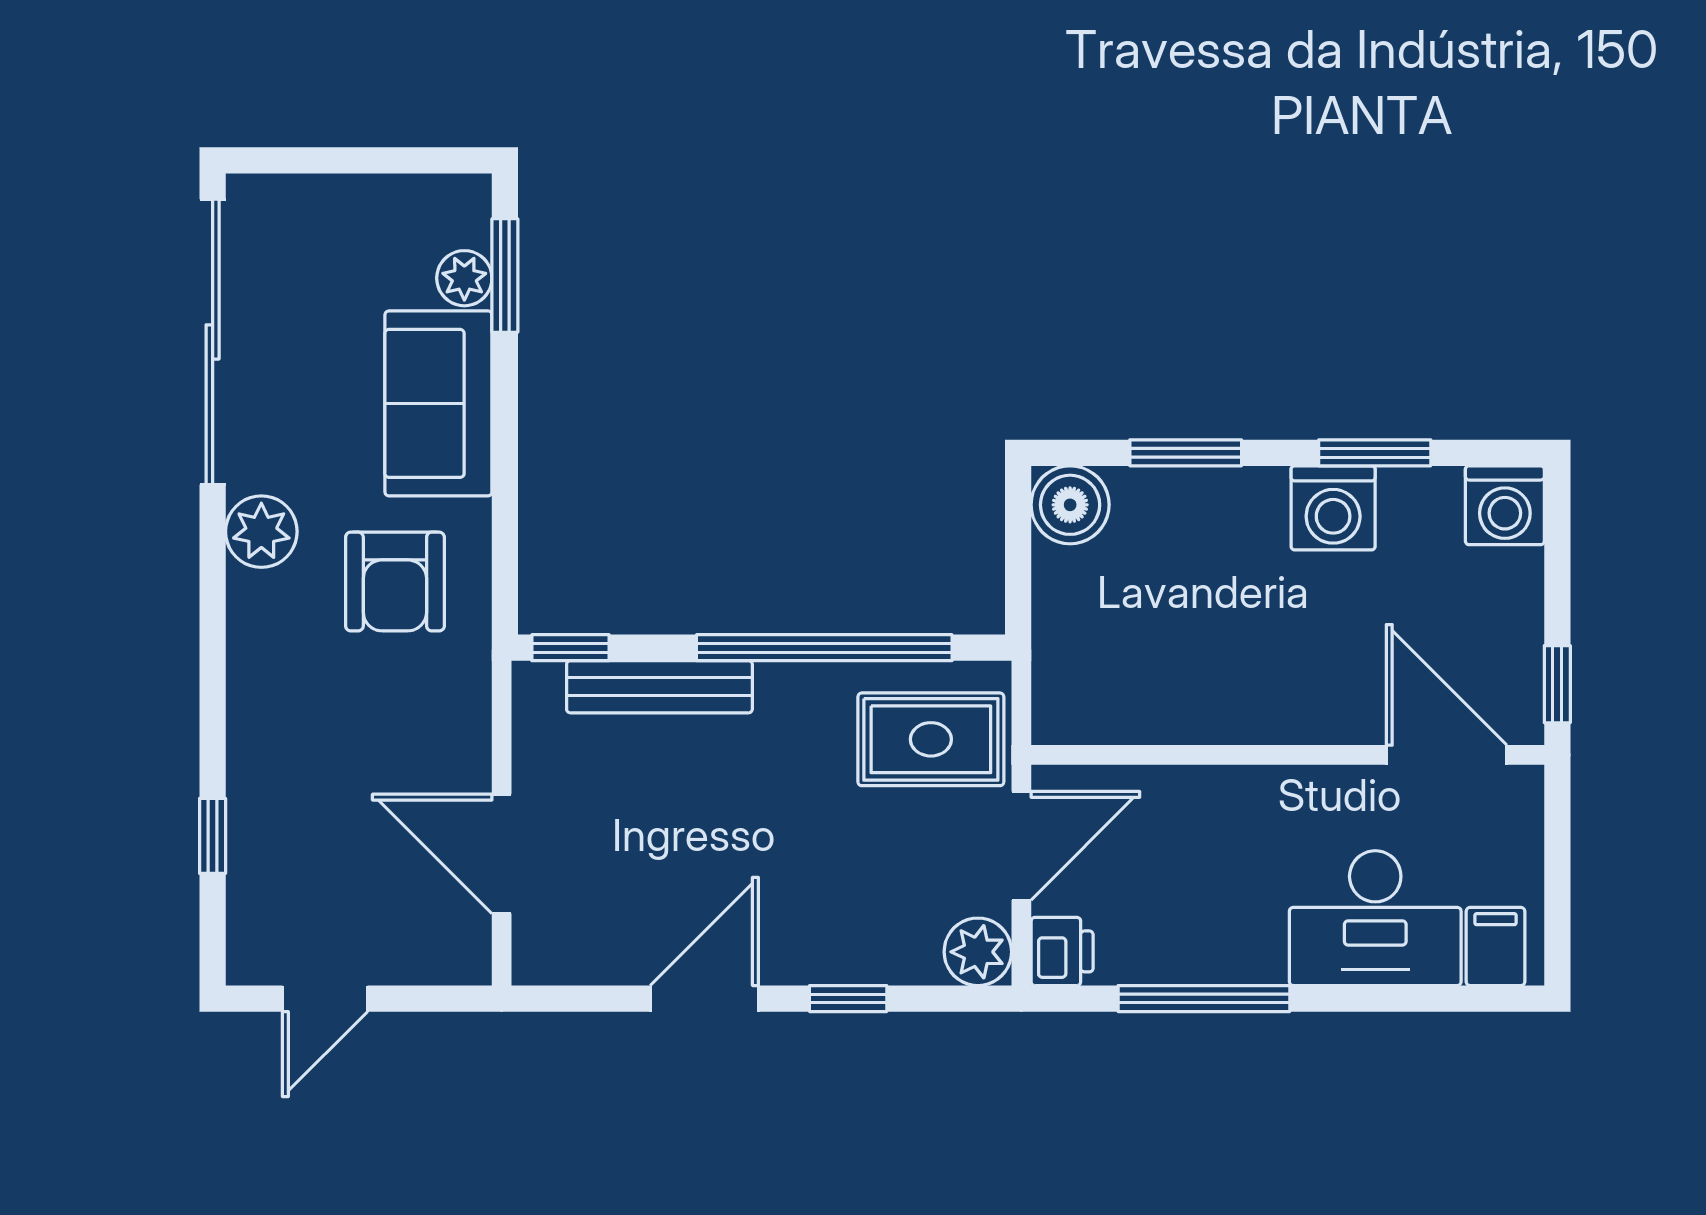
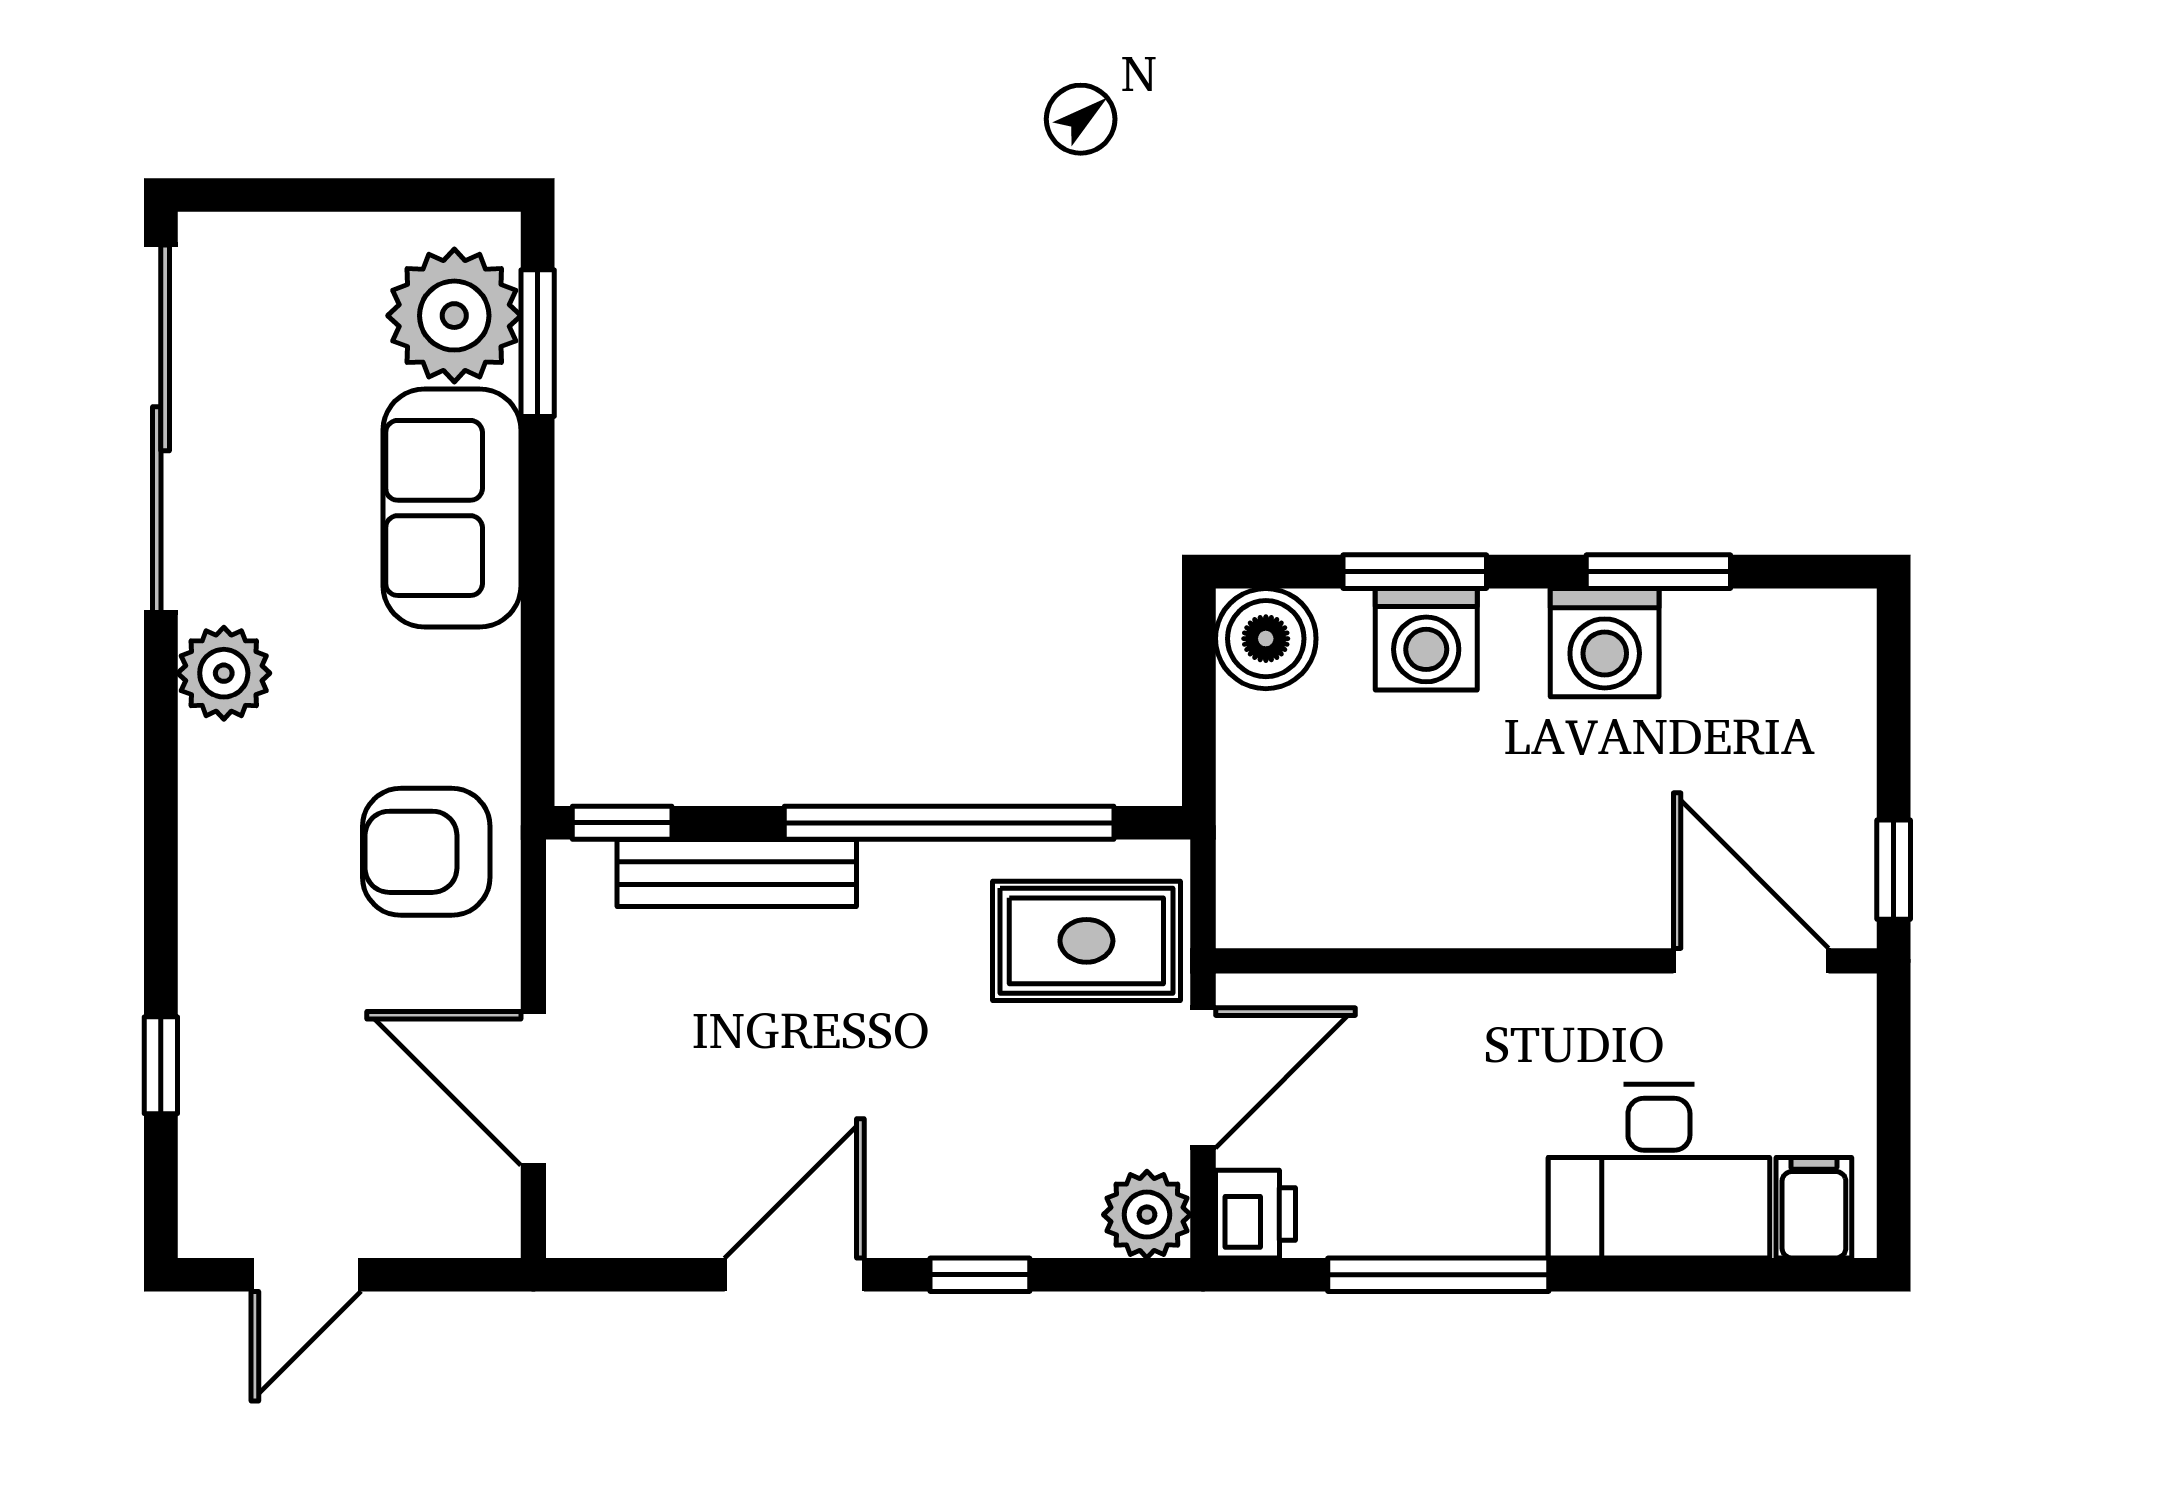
plant: (464, 278) -> (454, 316), width x1.87, depth x1.87
washing machine: (1505, 505) -> (1426, 639), moved
armchair: (395, 582) -> (426, 852), moved, turned 90

